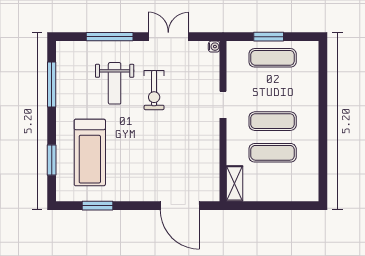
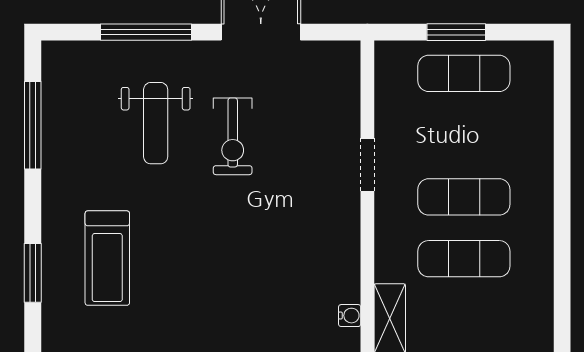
water cooler: (214, 47) -> (350, 316), moved
treadmill: (90, 152) -> (107, 258), width x0.73, depth x0.73

